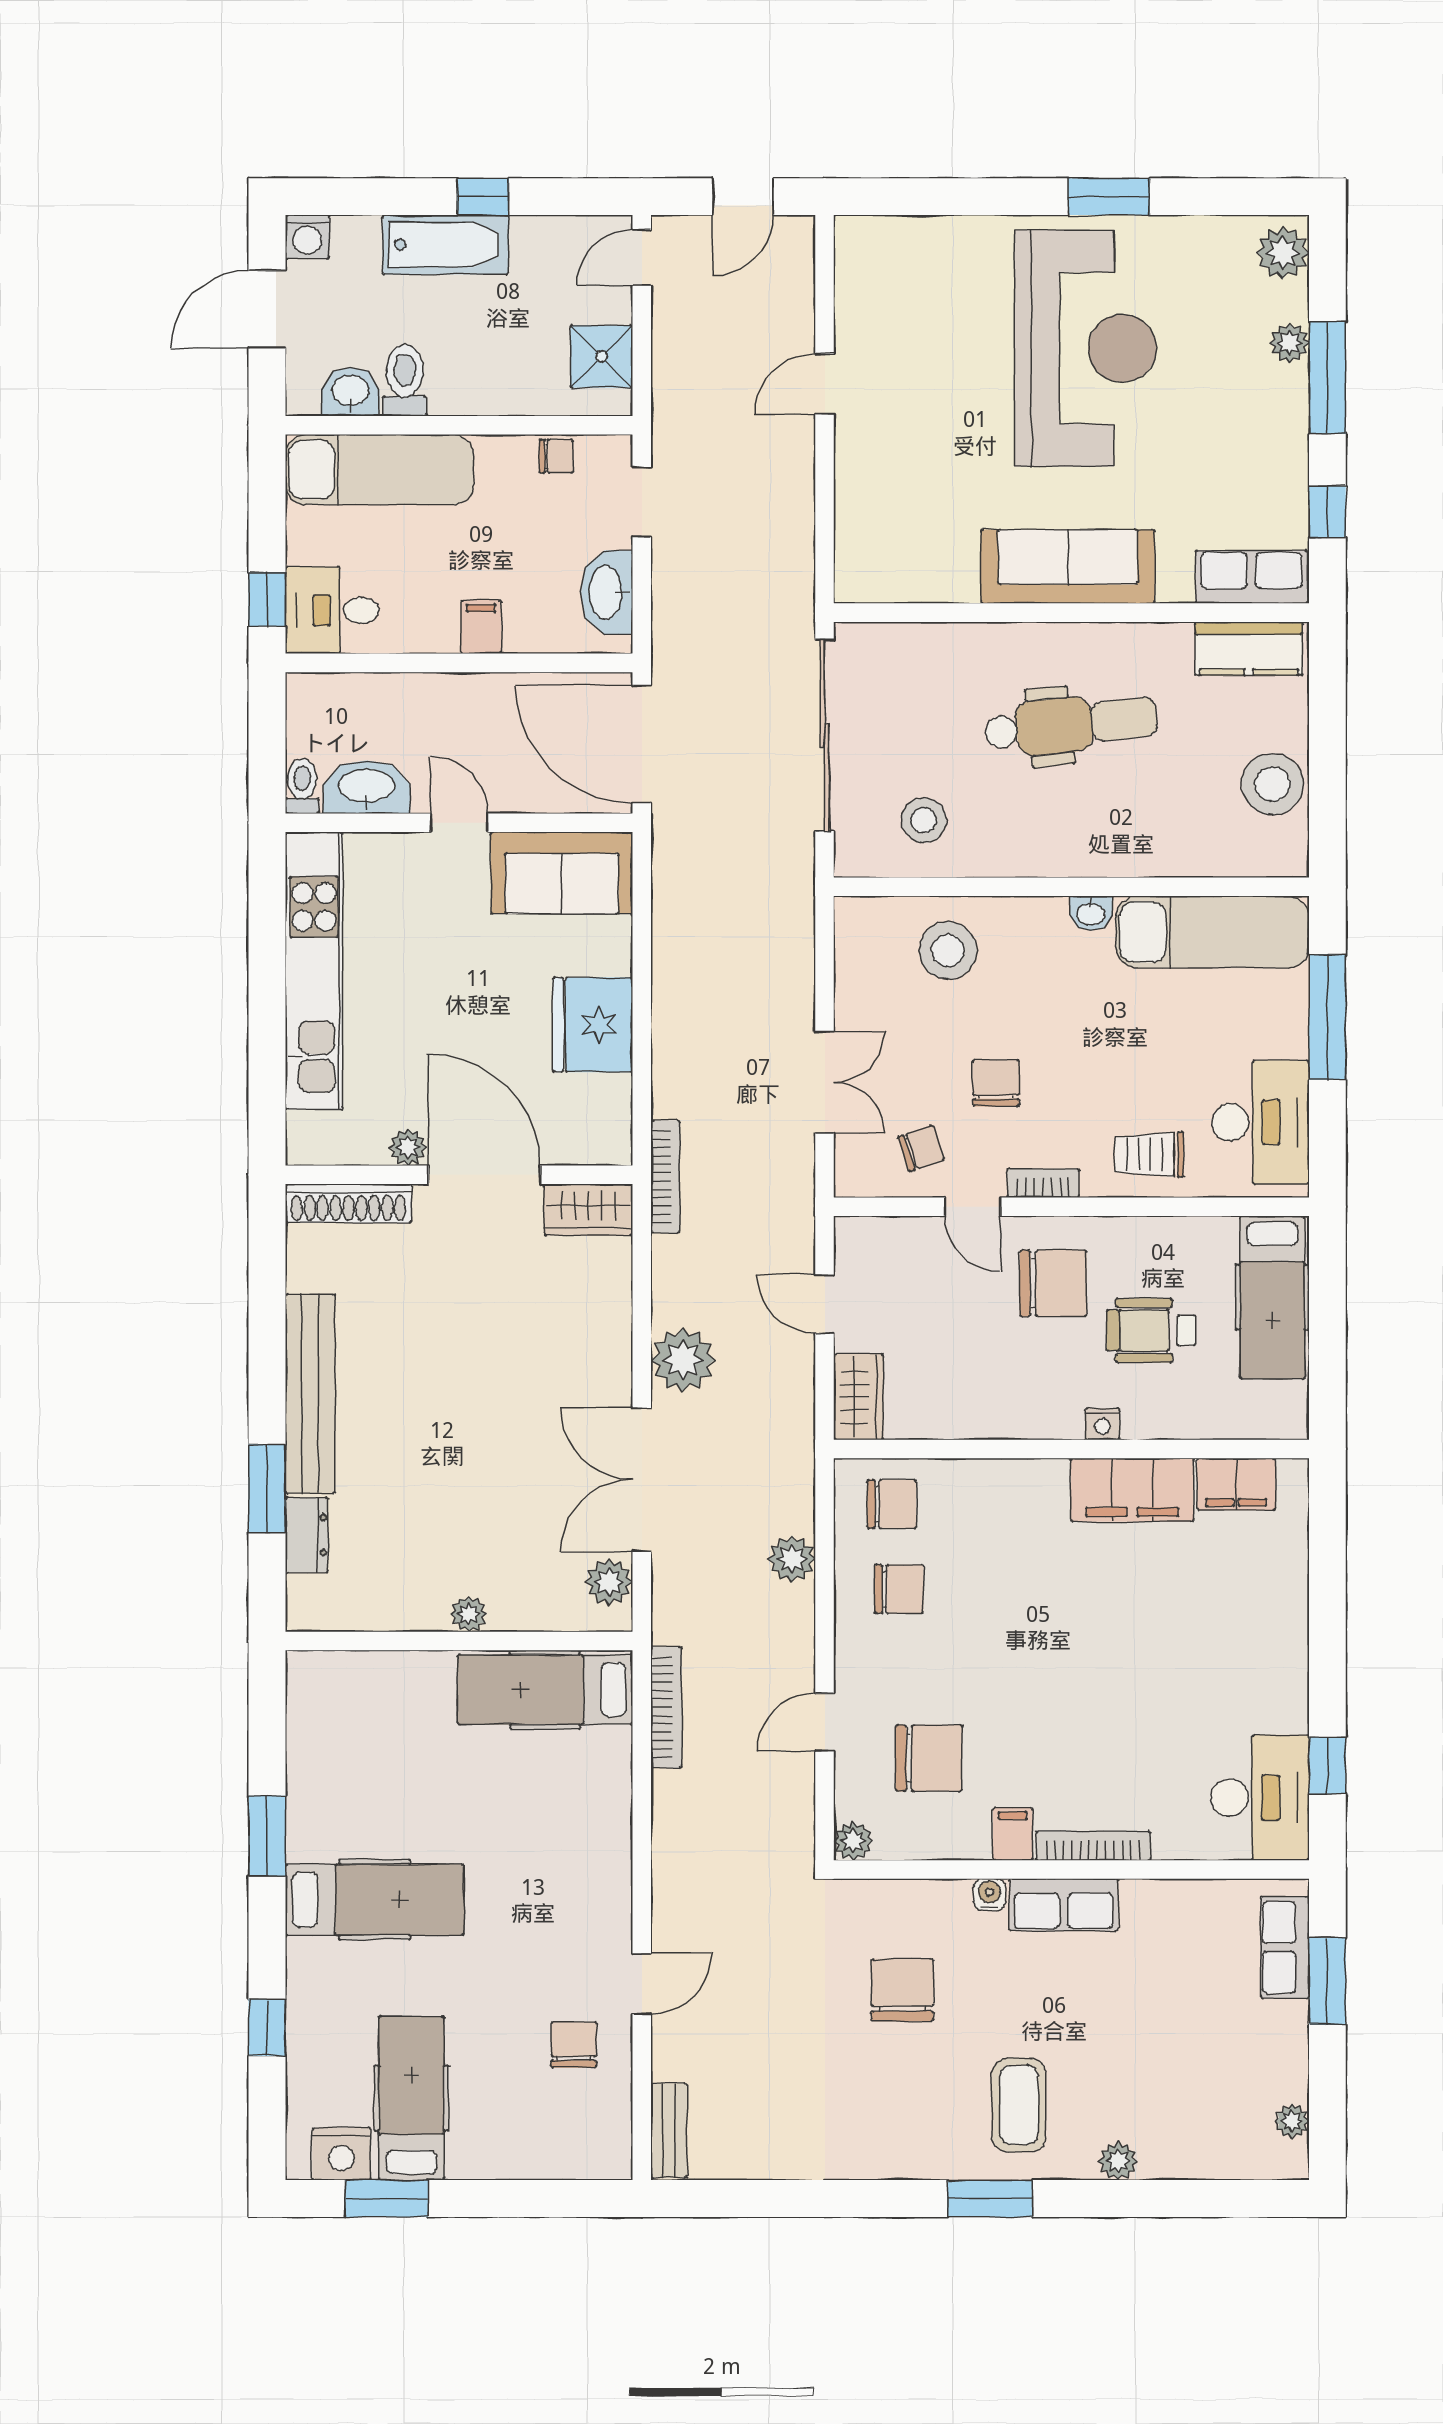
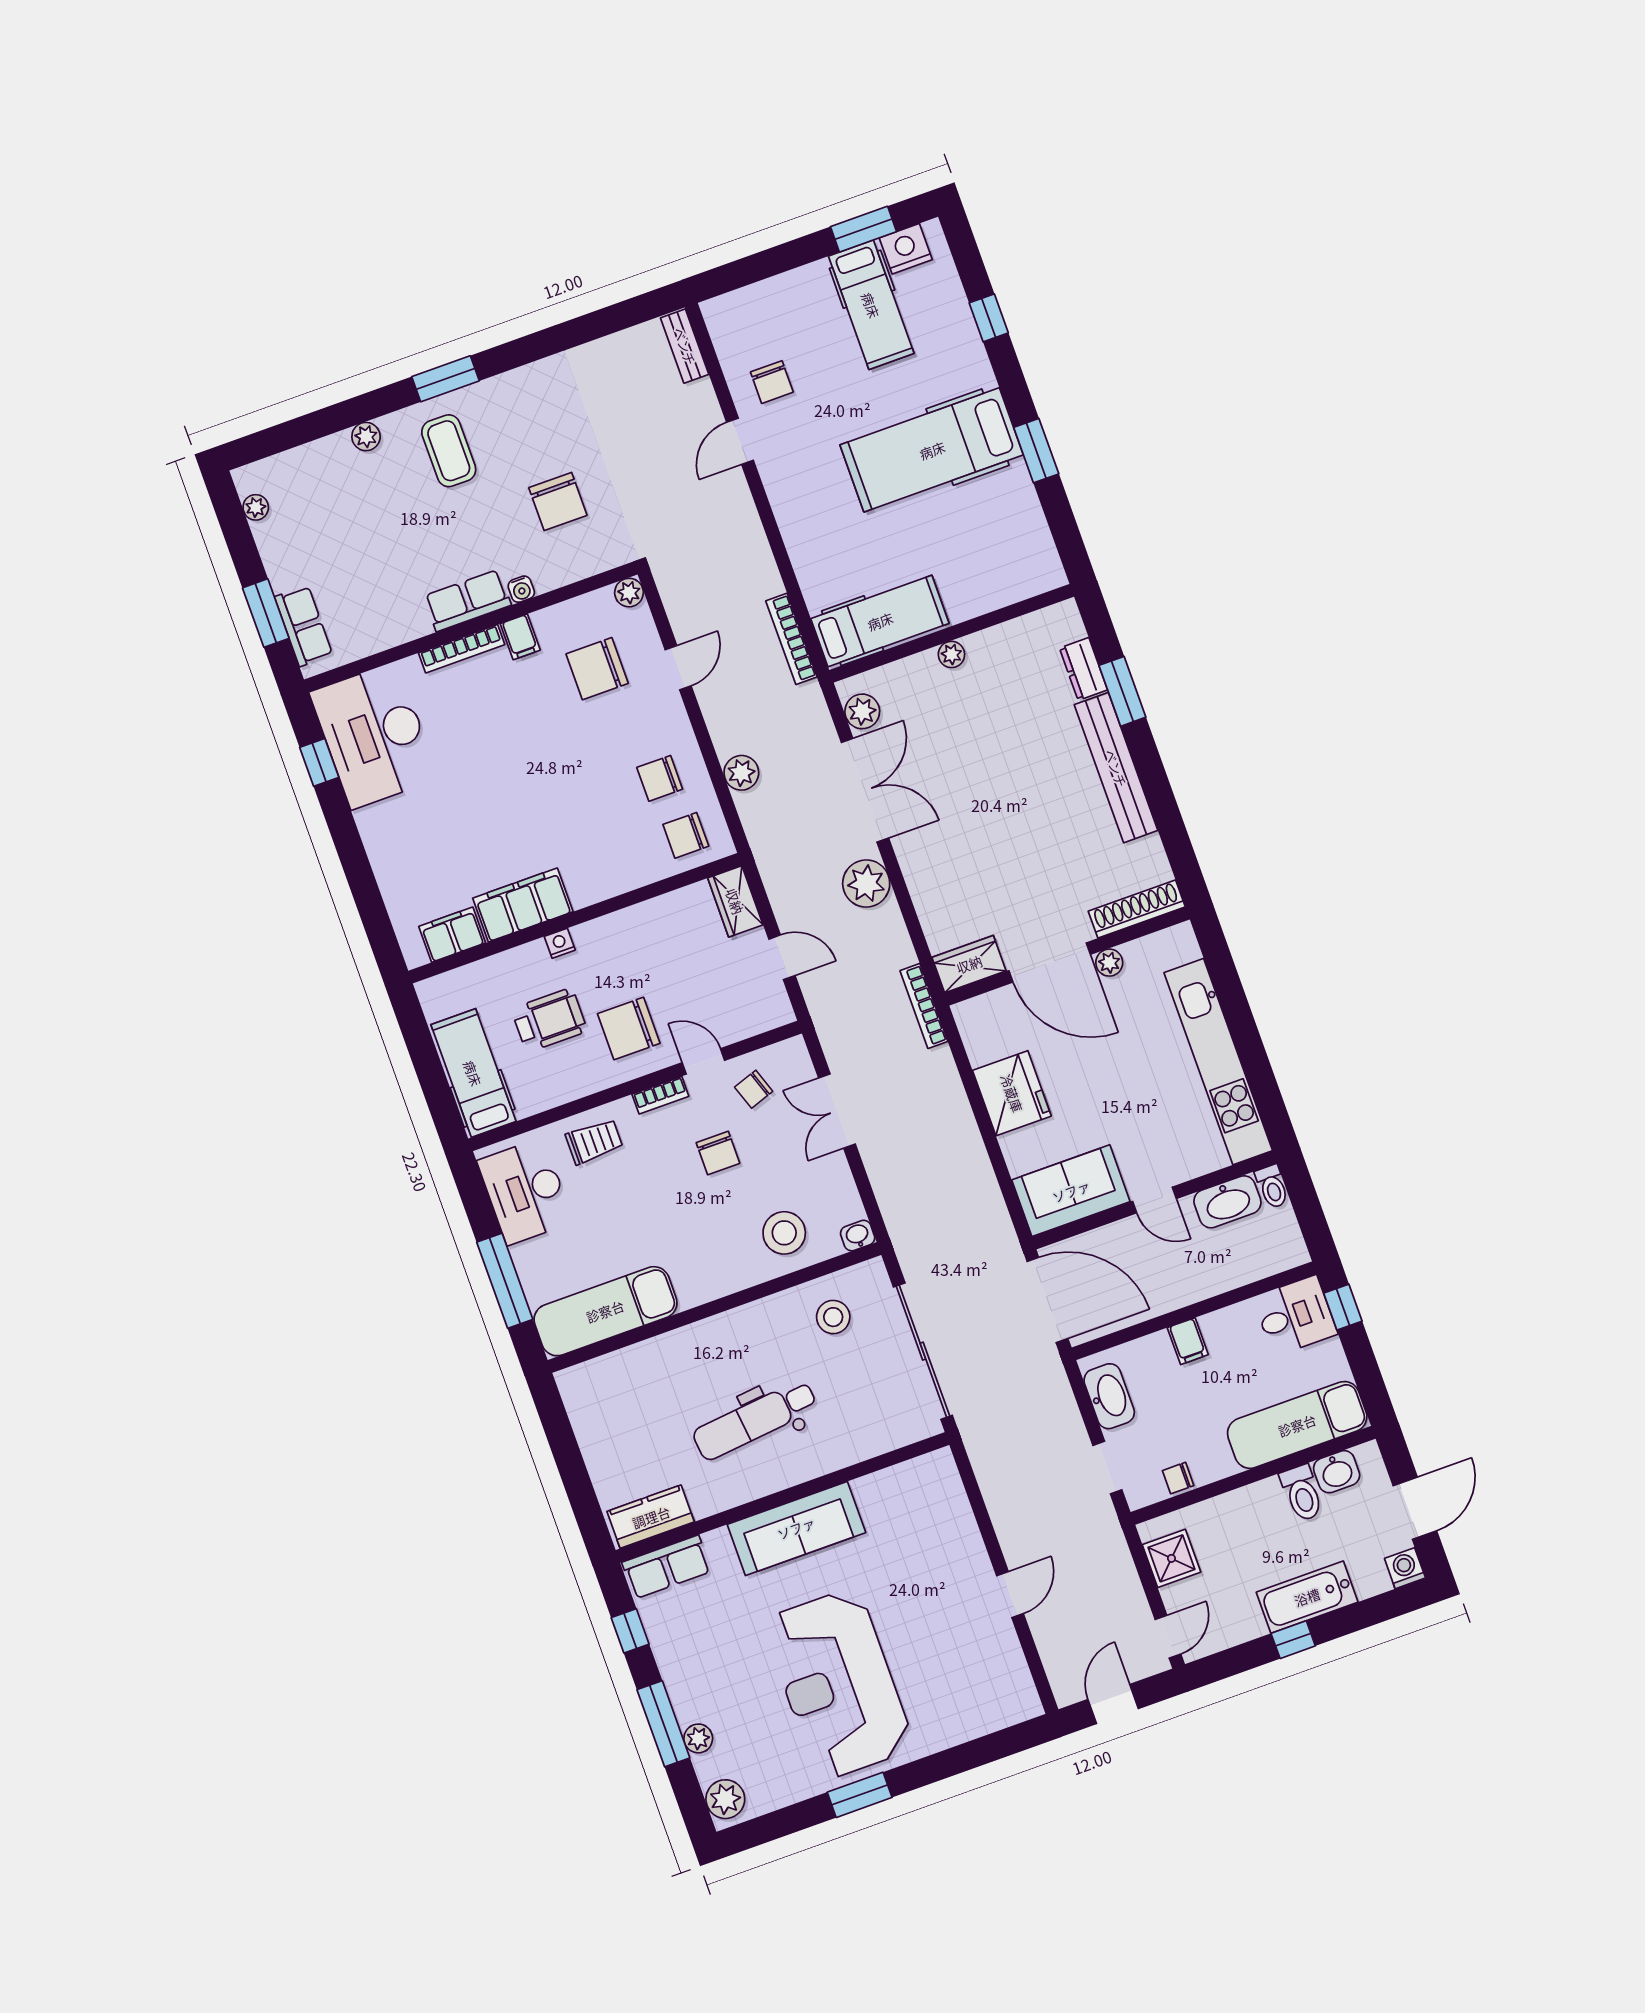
stool: (1272, 784) -> (601, 1429), removed
washbasin: (1091, 913) -> (858, 1236), moved
desk: (1260, 1798) -> (374, 736), width x1.36, depth x1.30
hospital bed: (375, 1900) -> (932, 450), width x1.37, depth x1.29

